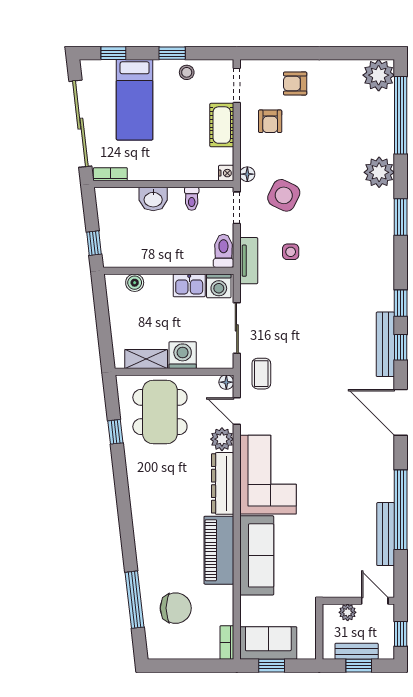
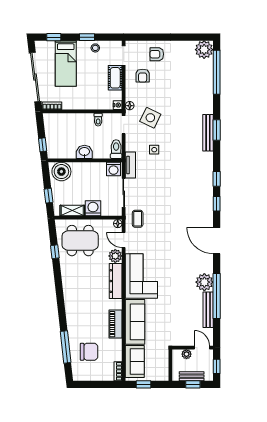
plant: (379, 172) -> (204, 282), moved
washbasin: (153, 199) -> (84, 152), moved, turned 180
tv unit: (249, 261) -> (130, 165), moved
boiler: (135, 283) -> (61, 172), width x1.86, depth x1.86
kitchen sink: (189, 285) -> (97, 169), removed
window: (104, 333) -> (48, 196), added
bench: (385, 344) -> (208, 133), moved
dining table: (160, 412) -> (80, 241), turned 90
piano: (219, 550) -> (116, 324), width x0.73, depth x0.75
sofa: (268, 643) -> (135, 361), moved, turned 90

